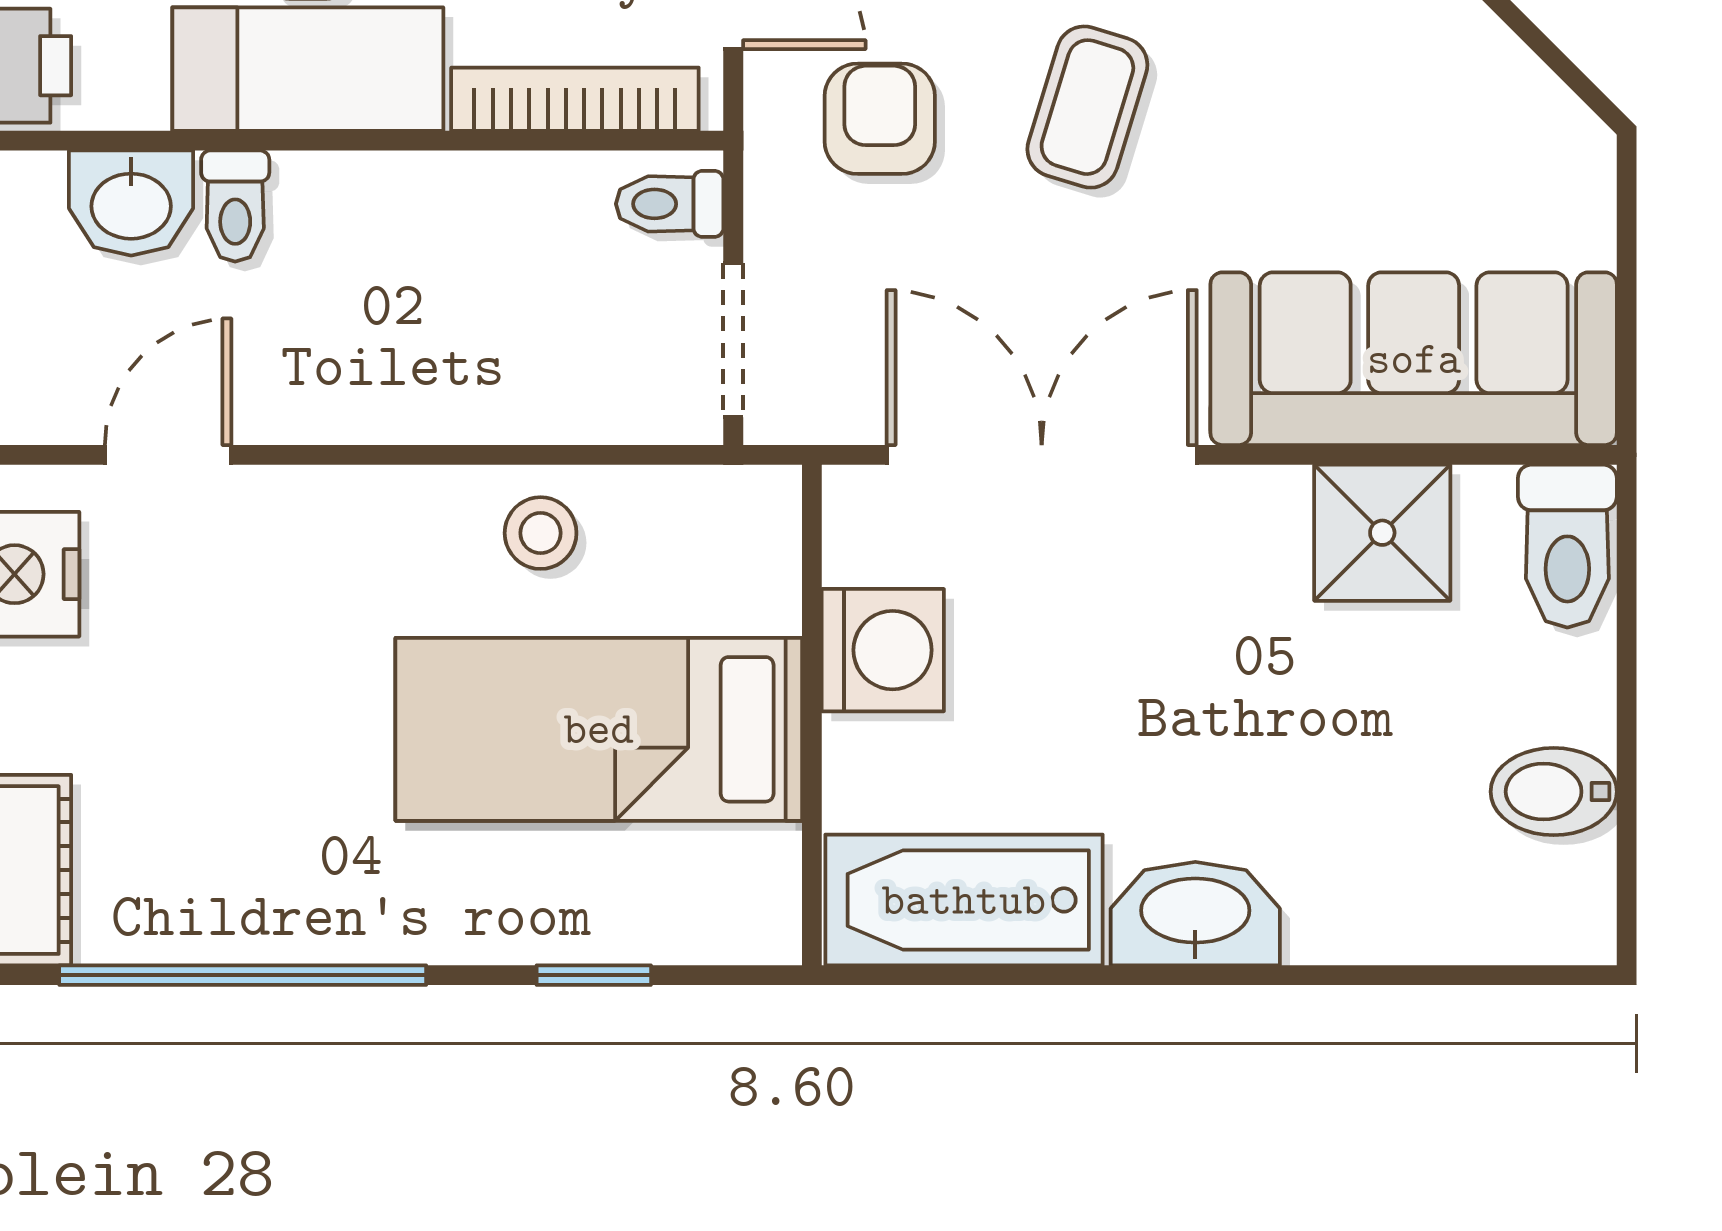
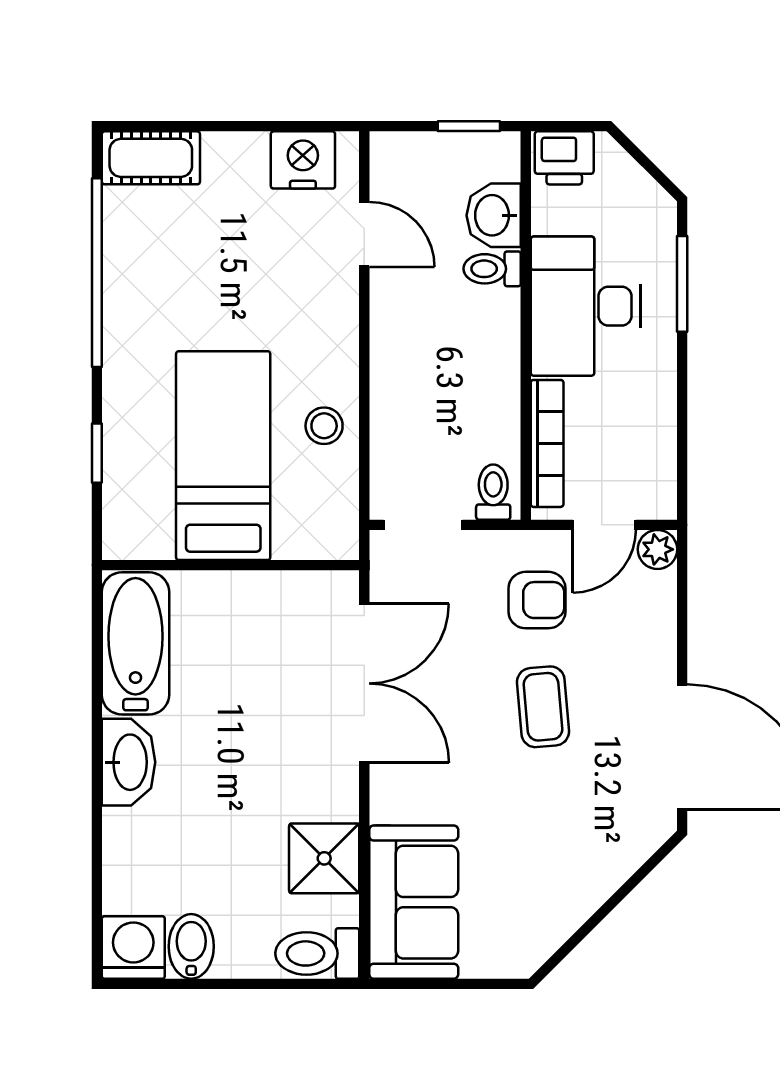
coffee table: (1087, 107) -> (543, 707), turned 68
sofa: (1414, 359) -> (414, 902), width x0.73
washing machine: (883, 650) -> (133, 947), moved, turned 180

